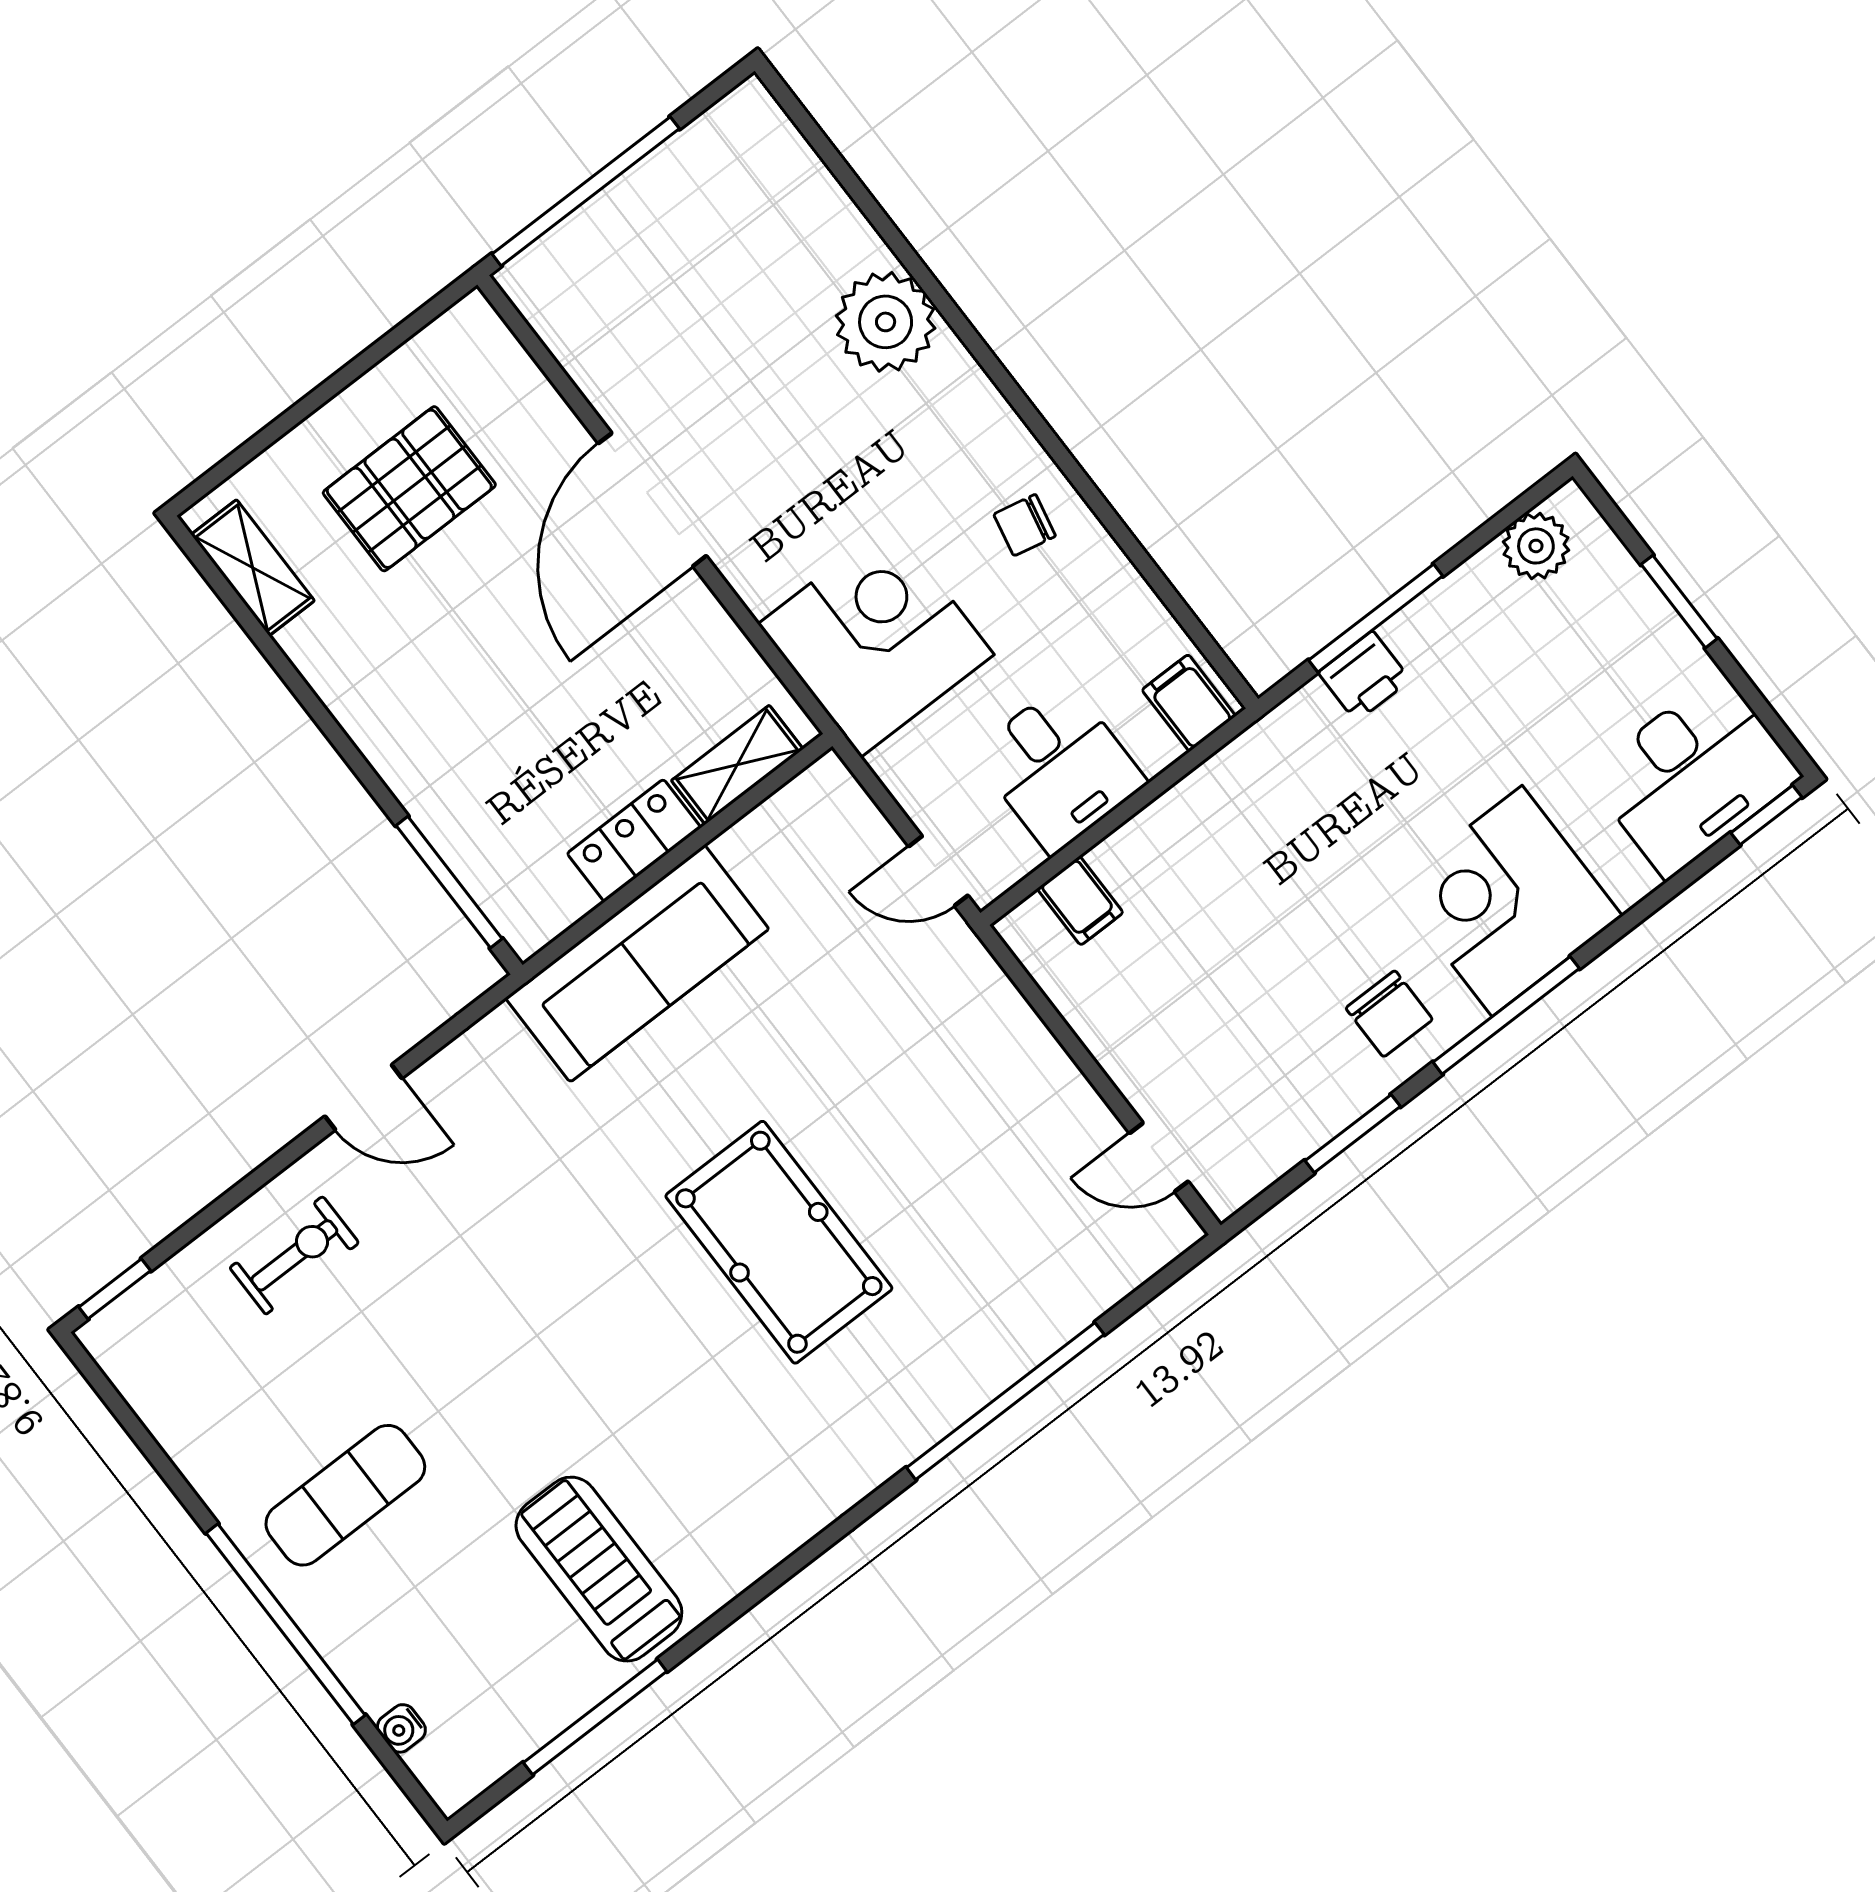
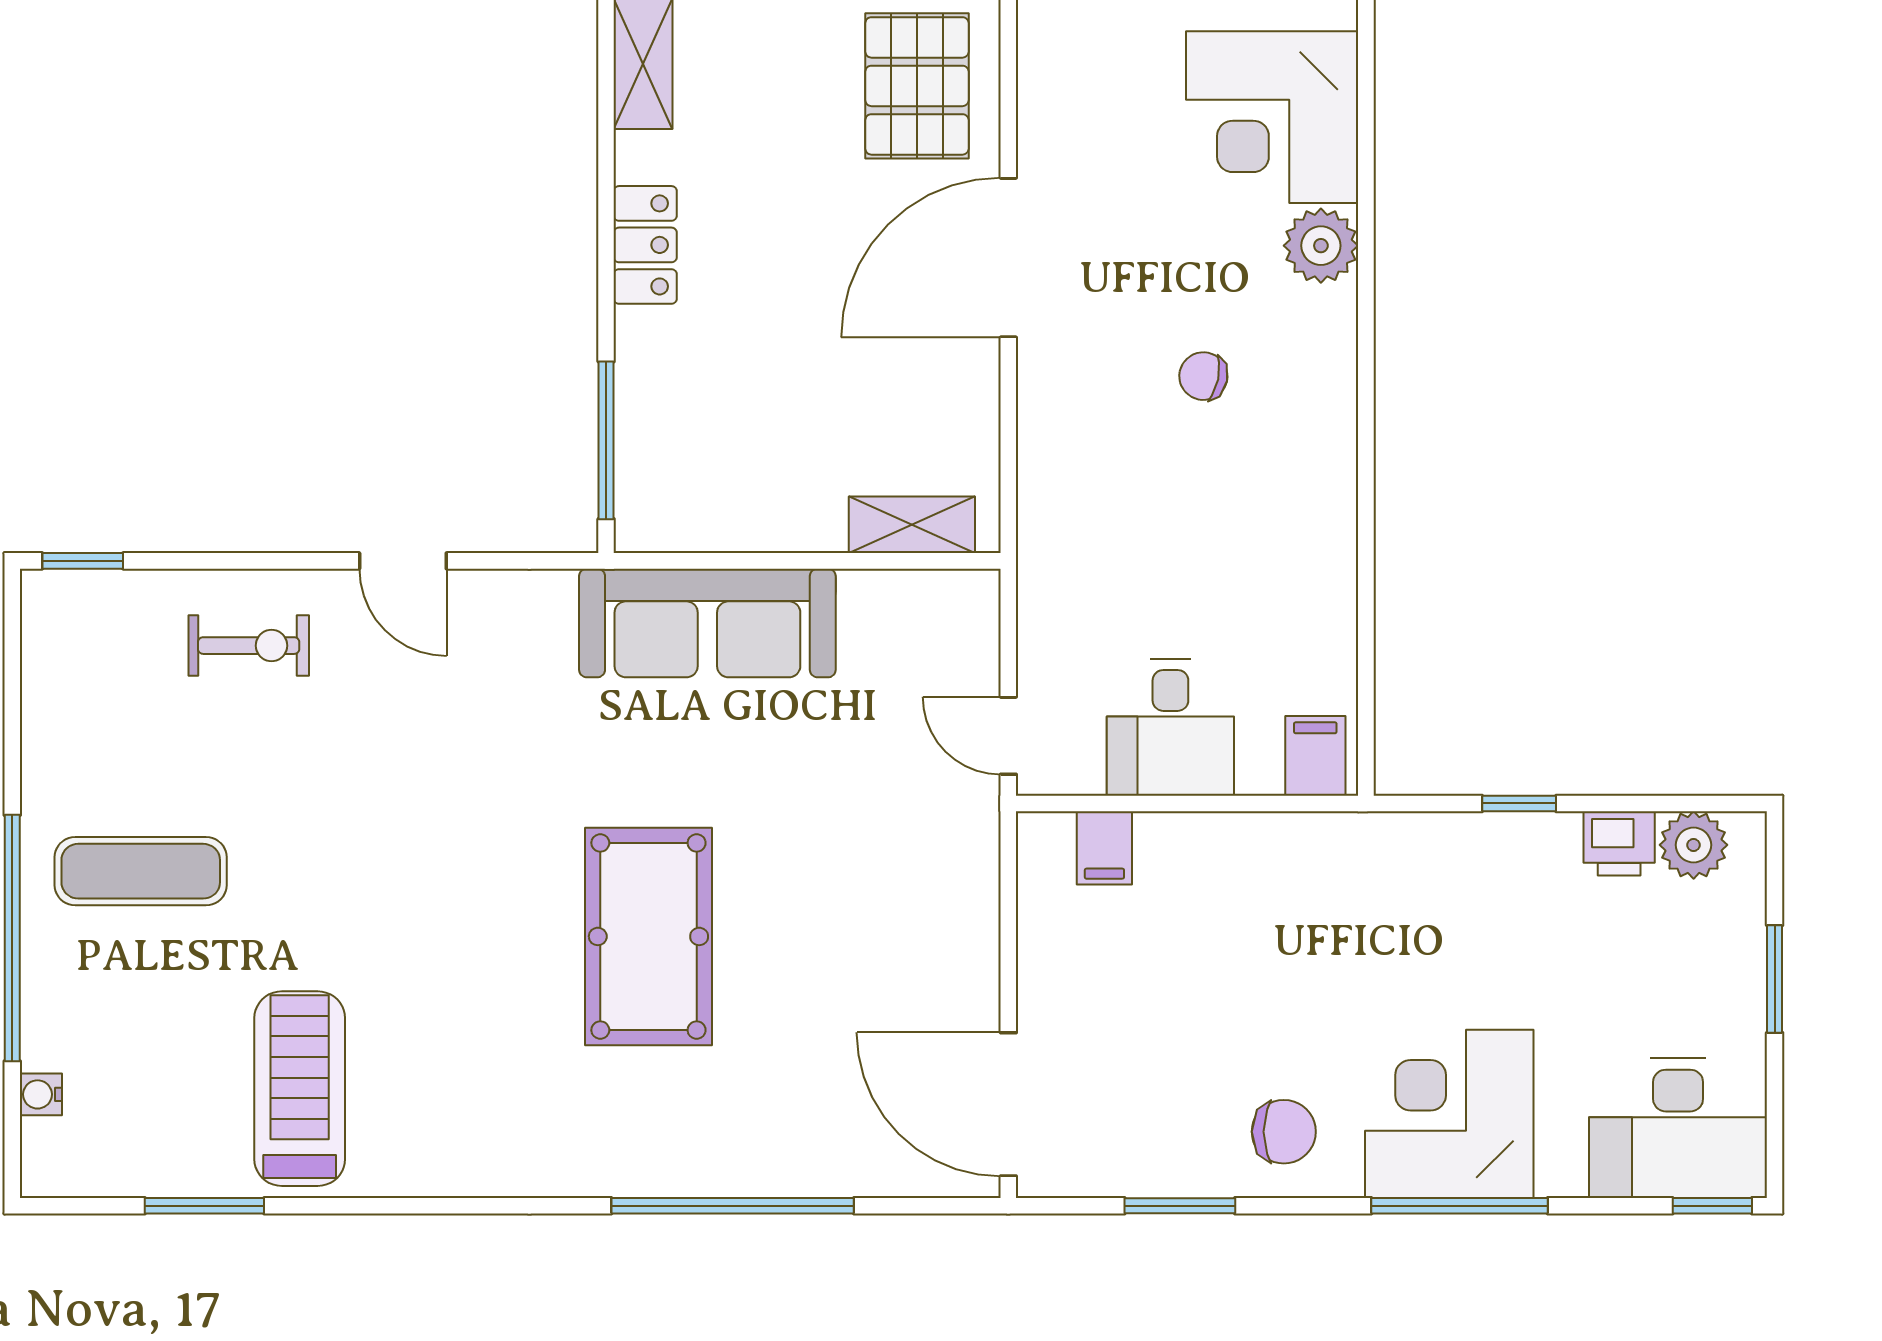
plant: (886, 322) -> (1321, 246), width x0.73, depth x0.73
pallet: (409, 489) -> (917, 86), moved, turned 90
chair: (1025, 525) -> (1203, 376), moved
window: (1376, 618) -> (1519, 803), width x0.46
corner desk: (876, 639) -> (1272, 117), moved, turned 180
printer: (1364, 676) -> (1619, 843), moved
locker: (634, 841) -> (645, 245), moved, turned 90
chair: (1389, 1014) -> (1284, 1132), turned -90
window: (1506, 1015) -> (1460, 1206), moved
door: (1159, 1157) -> (1008, 1104), width x1.88
window: (595, 1717) -> (204, 1206), width x0.69

